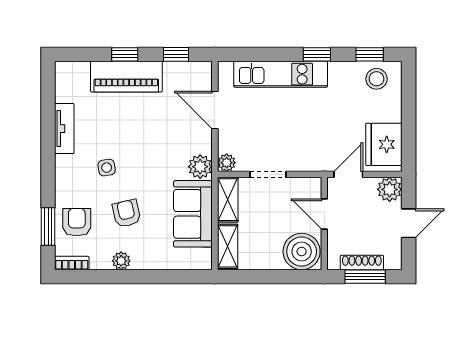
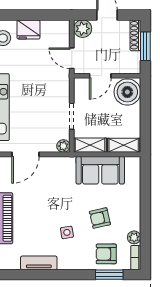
fridge: (384, 144) -> (28, 29), moved, width x0.73, depth x0.75
plant: (200, 167) -> (66, 165), removed
plant: (121, 261) -> (134, 237), moved
shoe rack: (362, 263) -> (135, 35), moved

